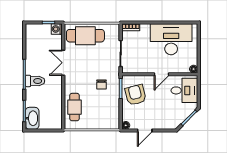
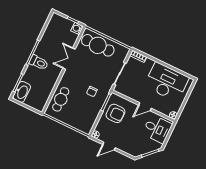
armchair: (135, 95) -> (115, 113), turned 104

